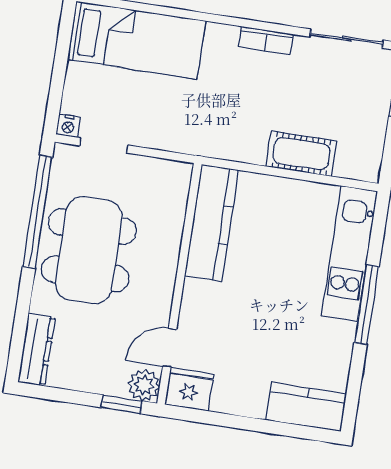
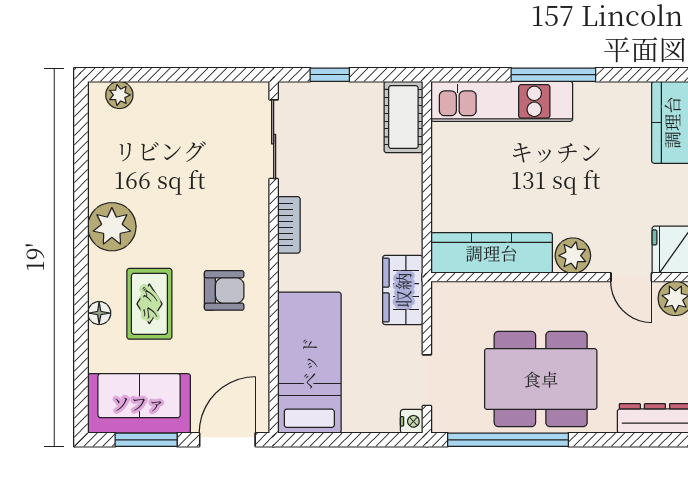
wardrobe: (190, 136) -> (403, 290), added
cot: (301, 154) -> (403, 117), moved
plant: (198, 297) -> (573, 256), added

